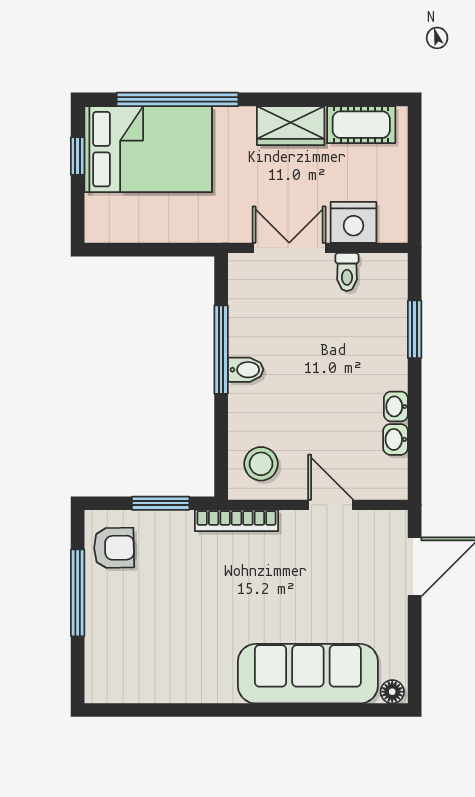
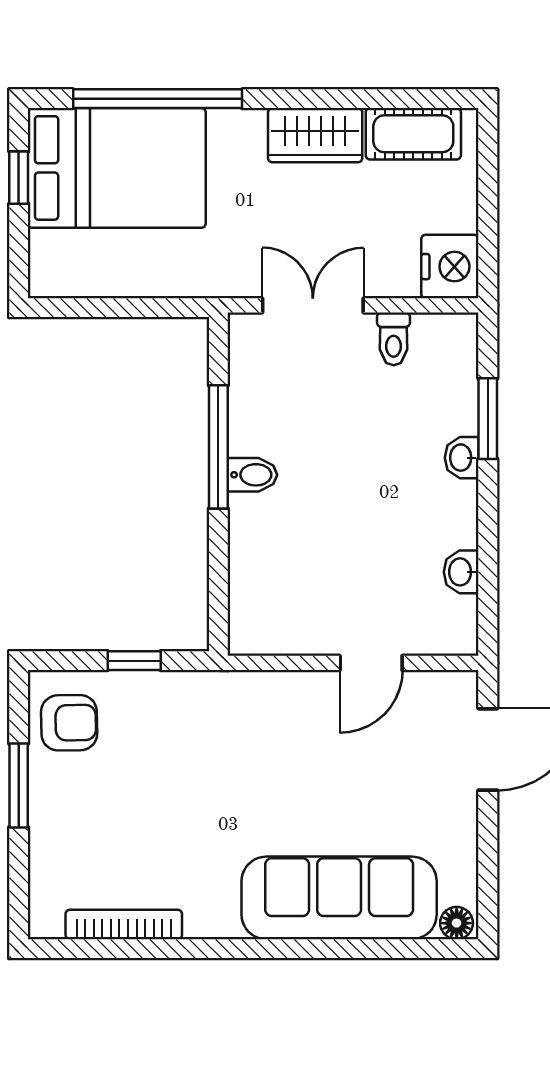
nightstand: (353, 222) -> (450, 267), moved, turned -90
washbasin: (396, 406) -> (462, 458), moved
stool: (261, 464) -> (274, 606), removed
window: (161, 503) -> (134, 661), width x0.67
door: (331, 505) -> (371, 663), swing flipped
bookcase: (236, 521) -> (124, 924), moved, turned 180
window: (78, 593) -> (19, 785), width x0.69

